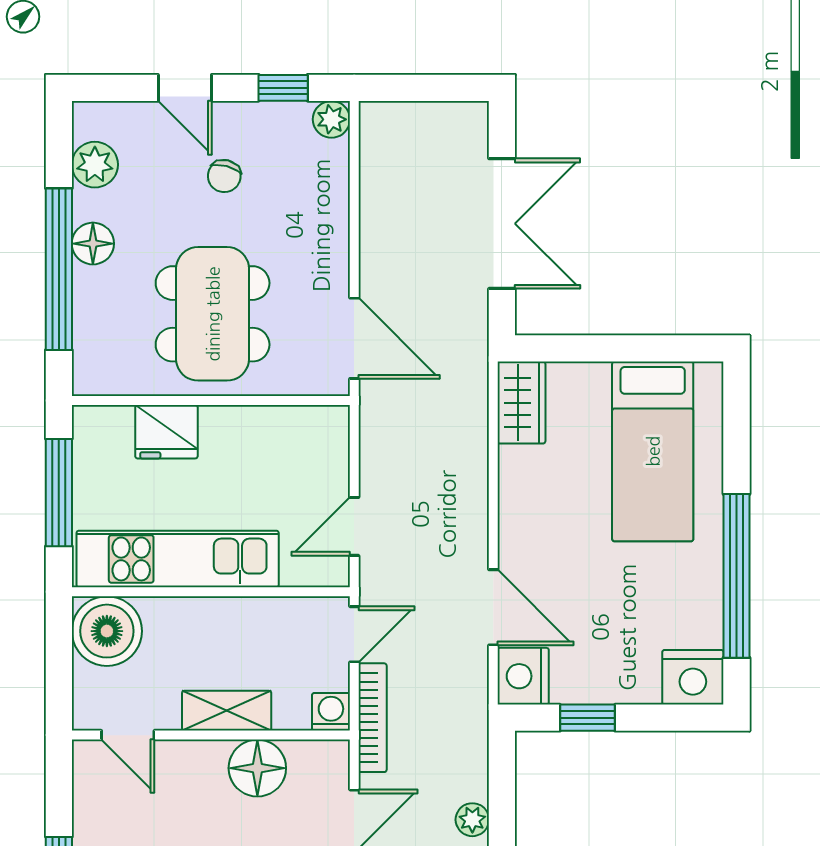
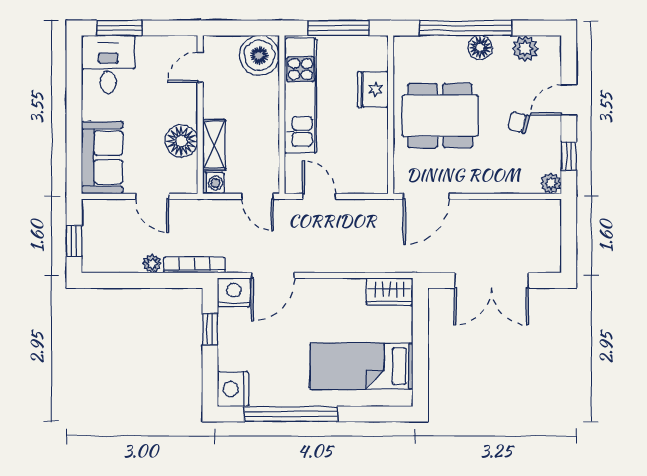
shelving: (227, 711) -> (214, 145), moved
bookcase: (373, 718) -> (194, 265), moved, turned 180

